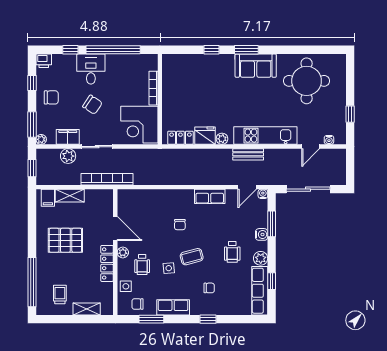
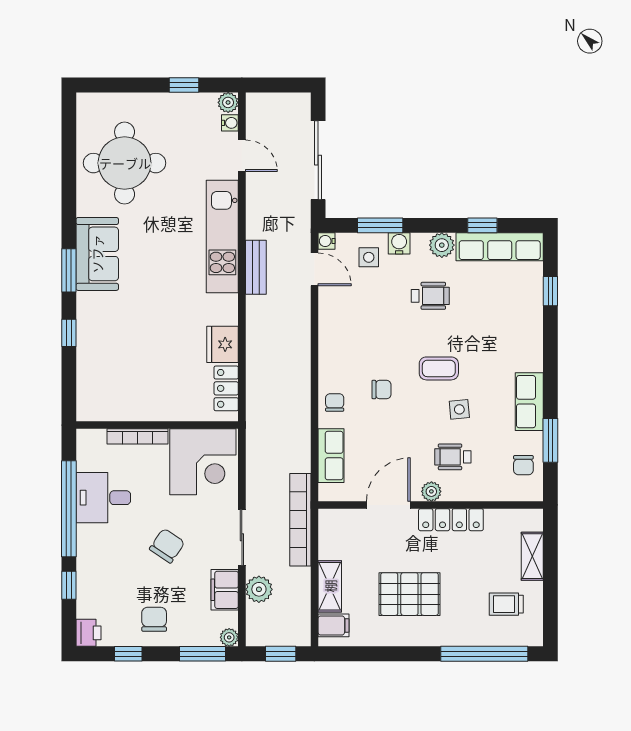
desk: (91, 69) -> (103, 498), moved
plant: (222, 139) -> (228, 102), moved
row of seats: (210, 196) -> (331, 456), moved
pallet: (65, 240) -> (409, 594), turned 90
coffee table: (192, 257) -> (439, 368), turned -75
wheelchair: (142, 265) -> (453, 457), turned 180
side table: (126, 286) -> (369, 257), moved
chair: (209, 288) -> (335, 402), moved
window: (208, 319) -> (550, 291), moved

